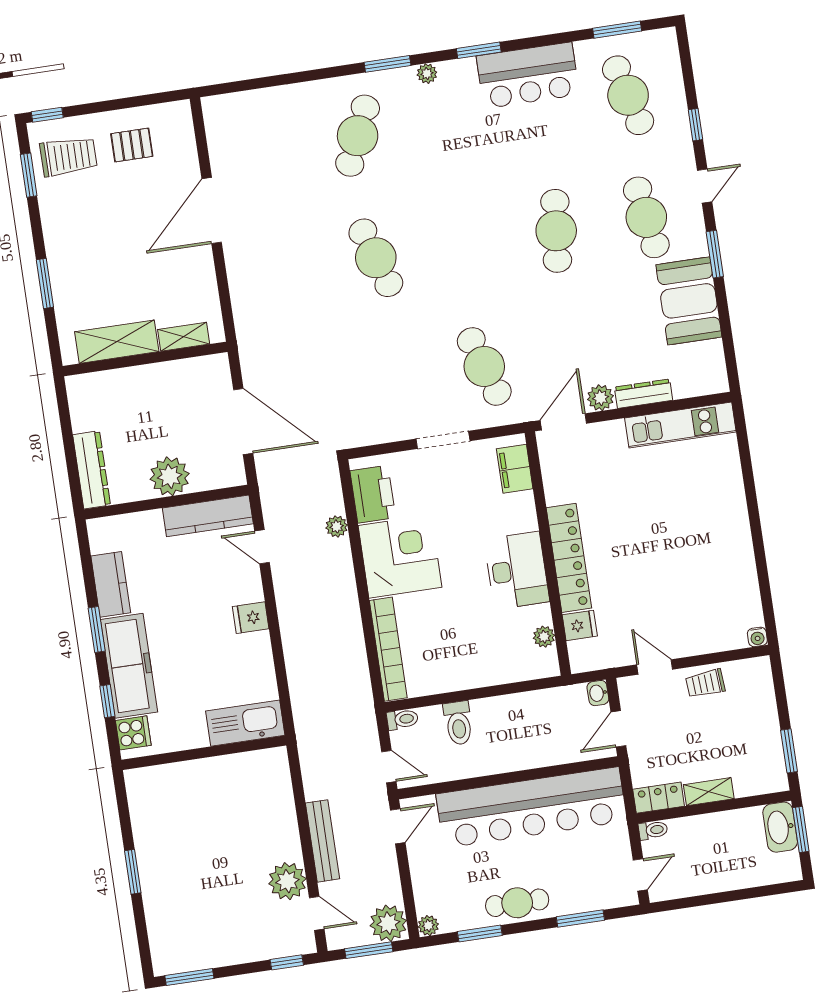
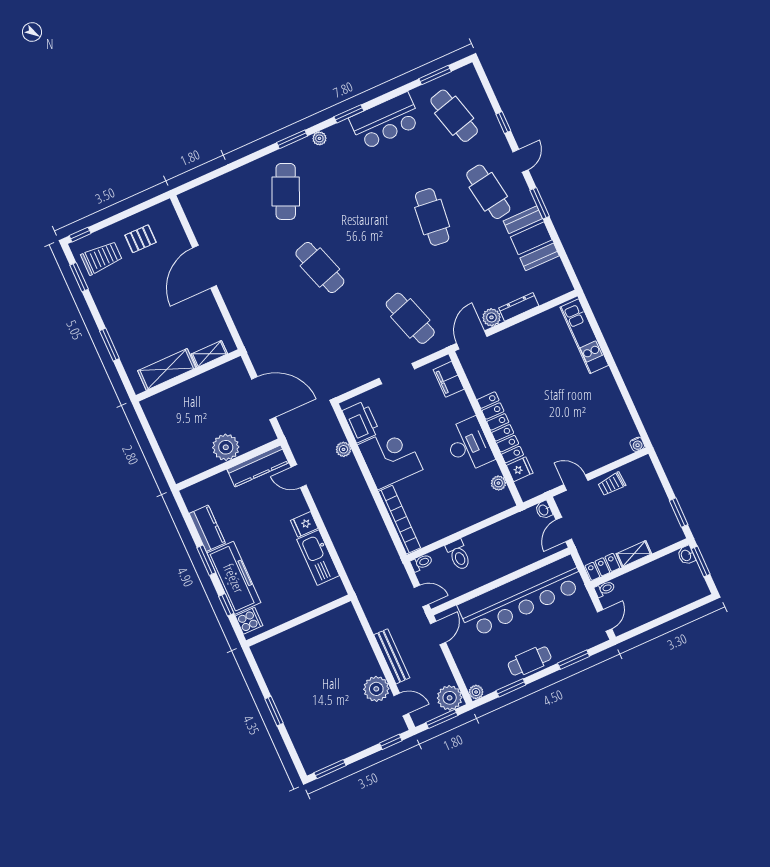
kitchen unit: (680, 425) -> (584, 336), moved, turned 90
dresser: (92, 470) -> (174, 457), removed
kitchen sink: (245, 723) -> (318, 558), moved, turned -90
washbasin: (780, 827) -> (686, 555), width x0.52, depth x0.69

